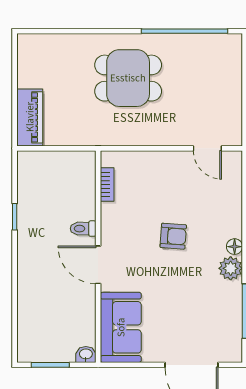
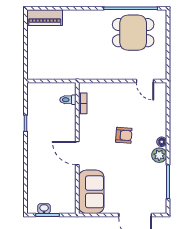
dining table: (128, 78) -> (133, 33), moved
piano: (30, 117) -> (45, 18), moved, turned 90
toilet: (83, 229) -> (68, 100), moved
washbasin: (86, 354) -> (44, 209), moved

